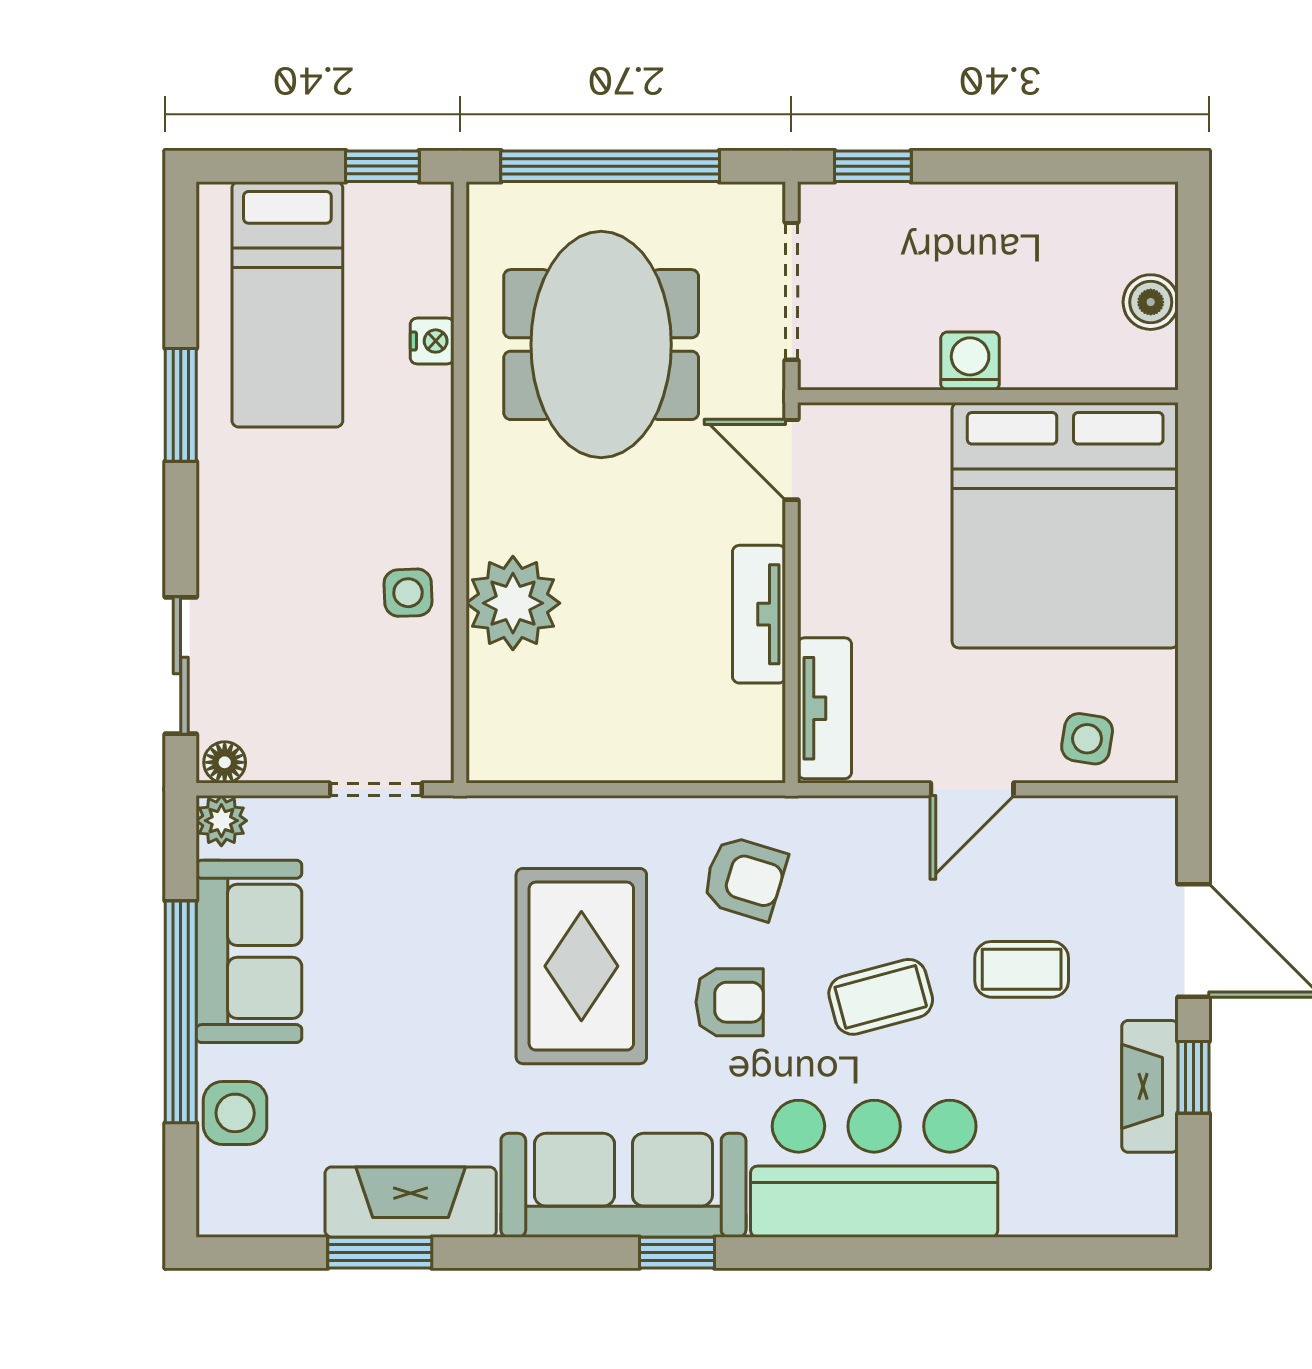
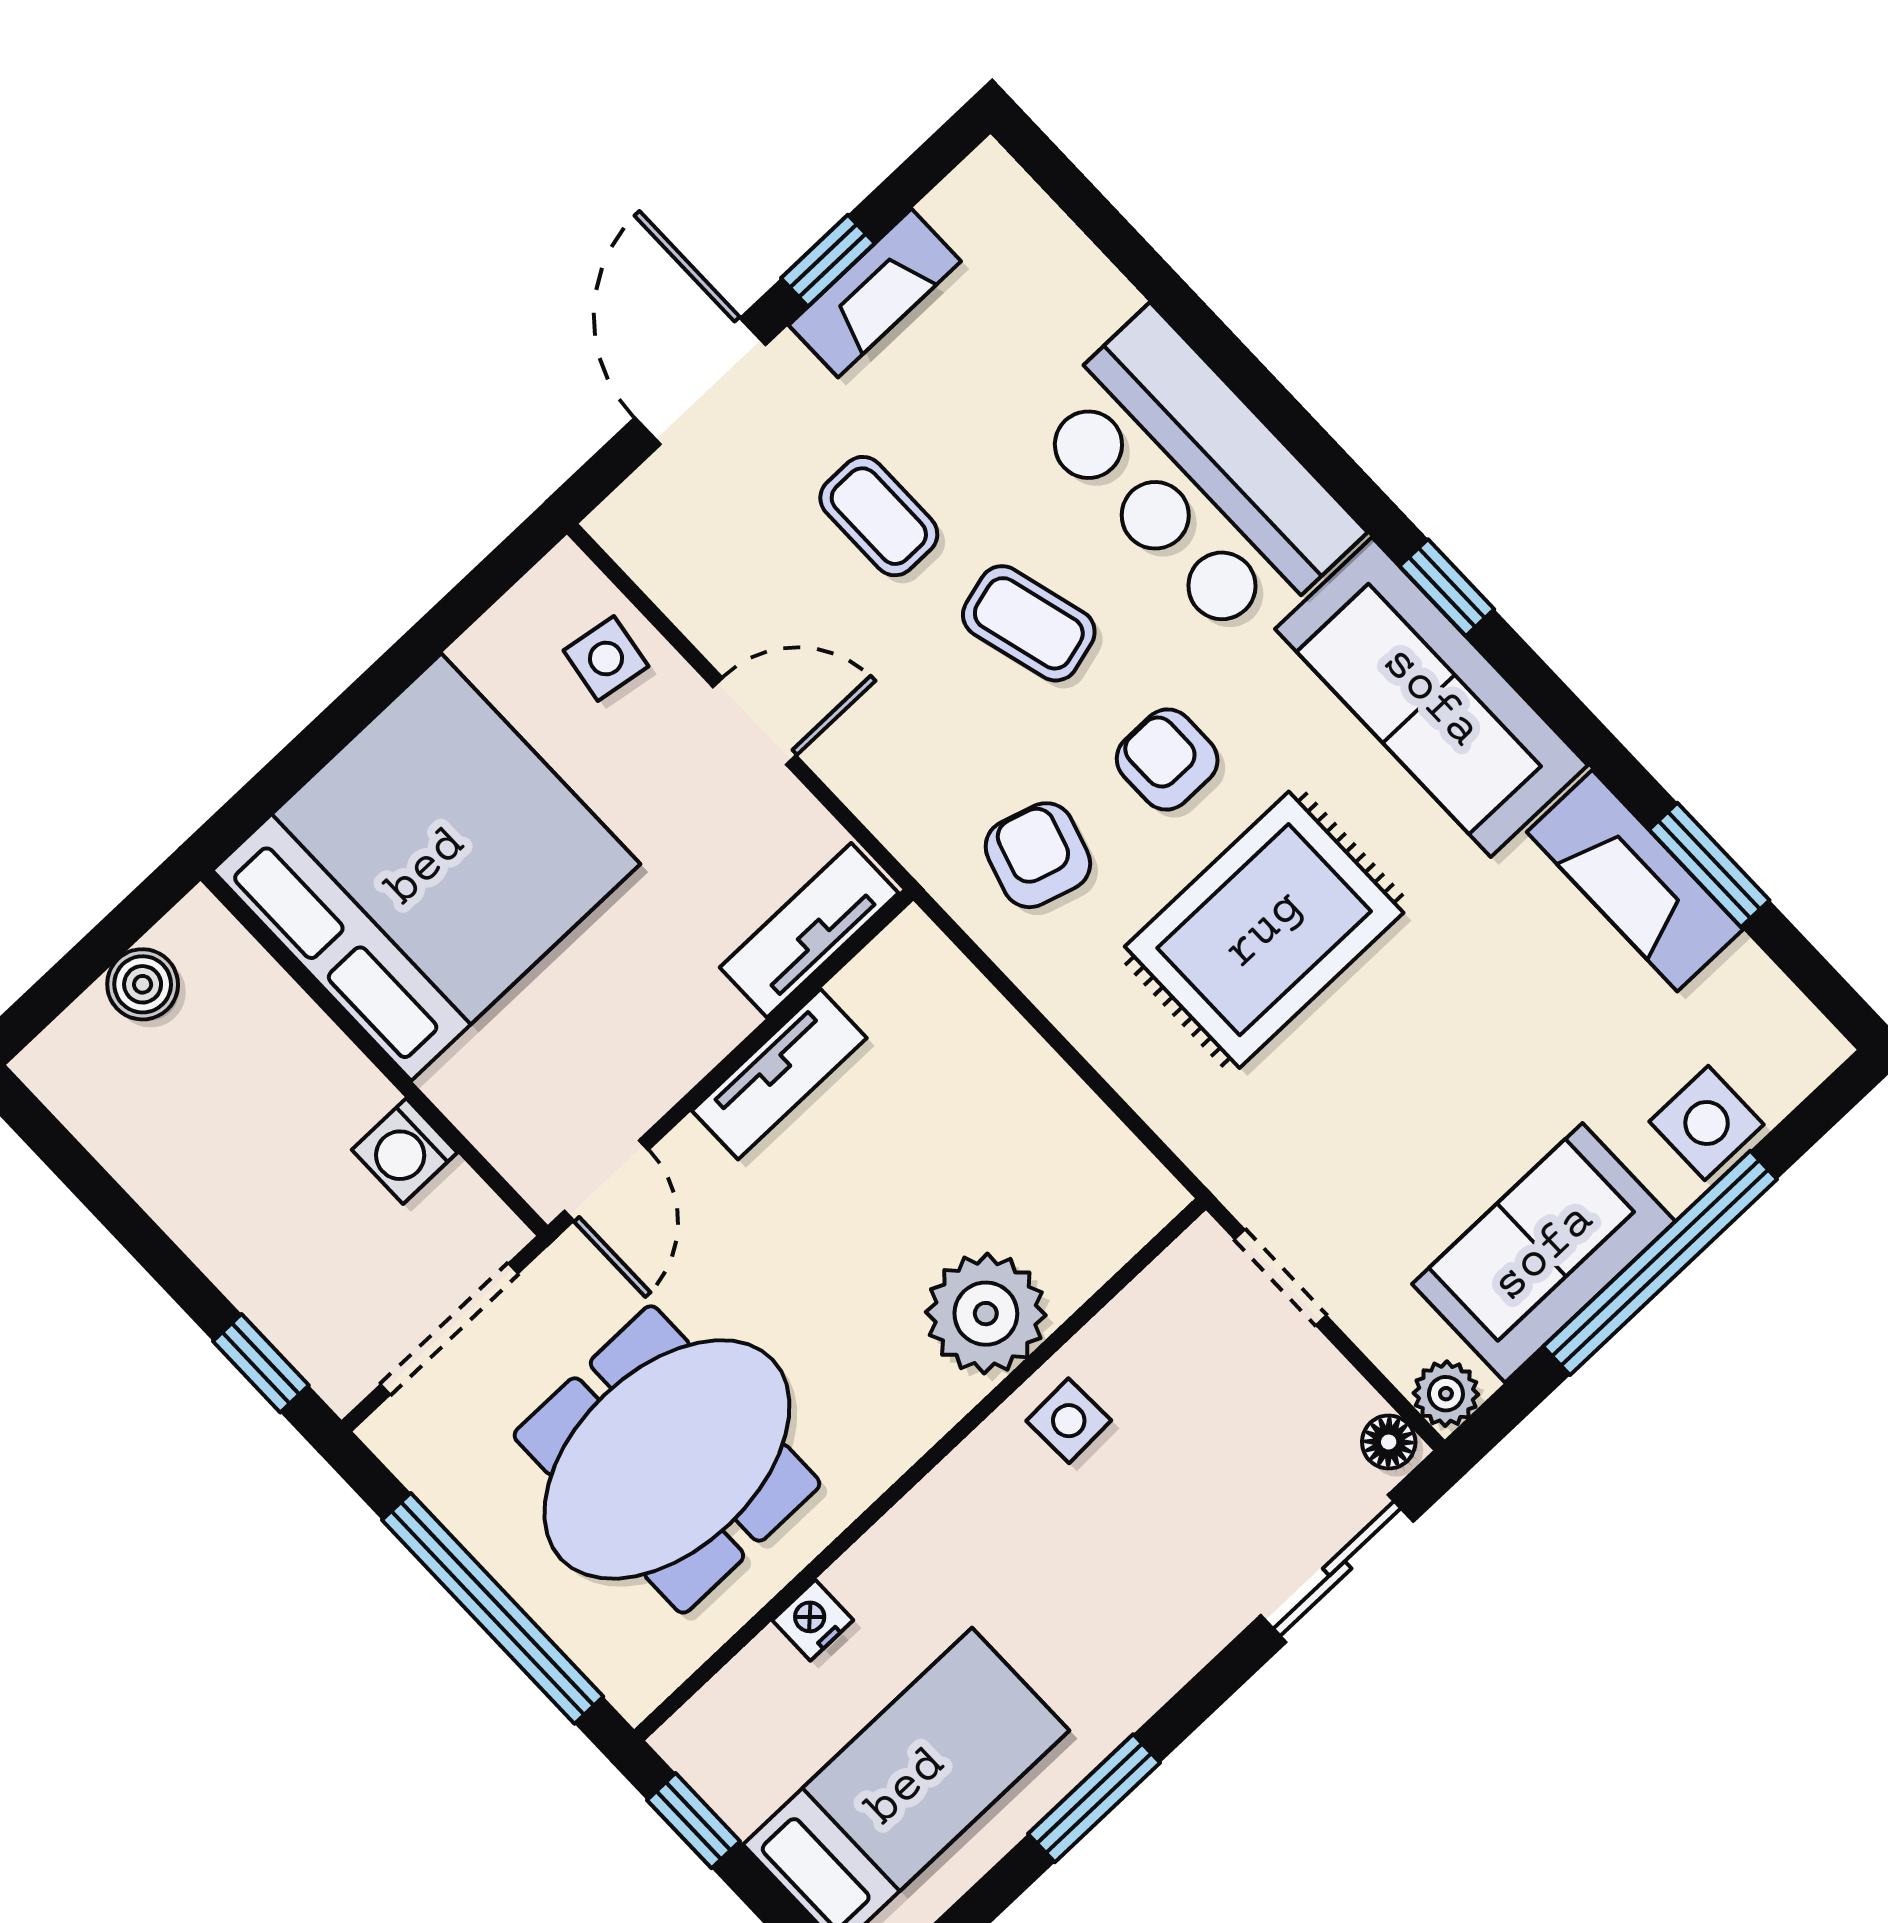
washing machine: (970, 361) -> (405, 1151), moved

